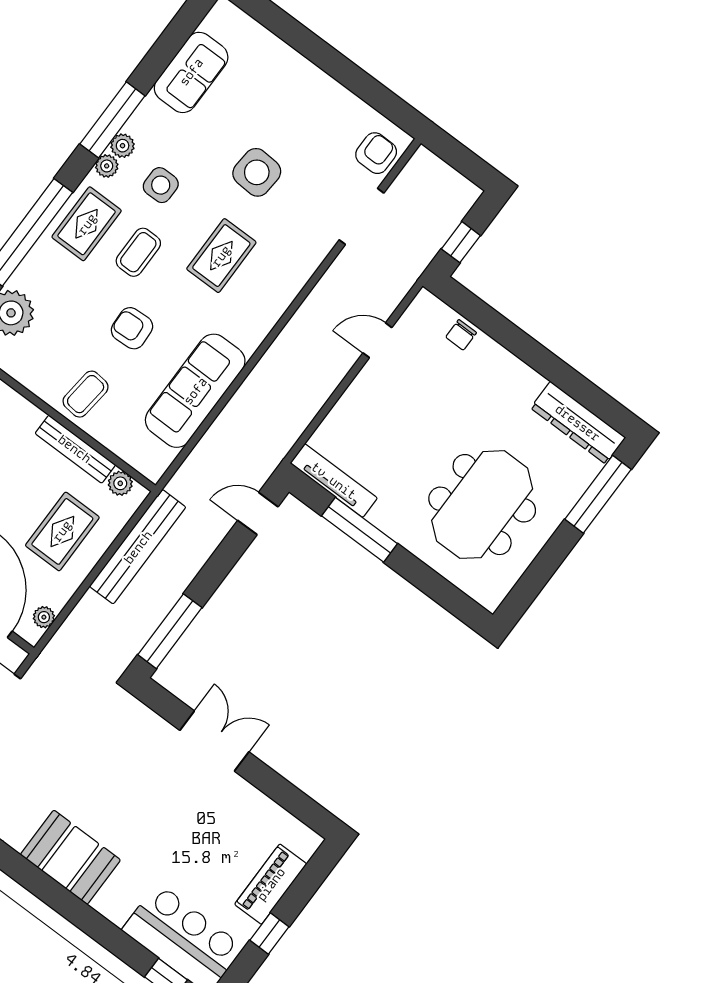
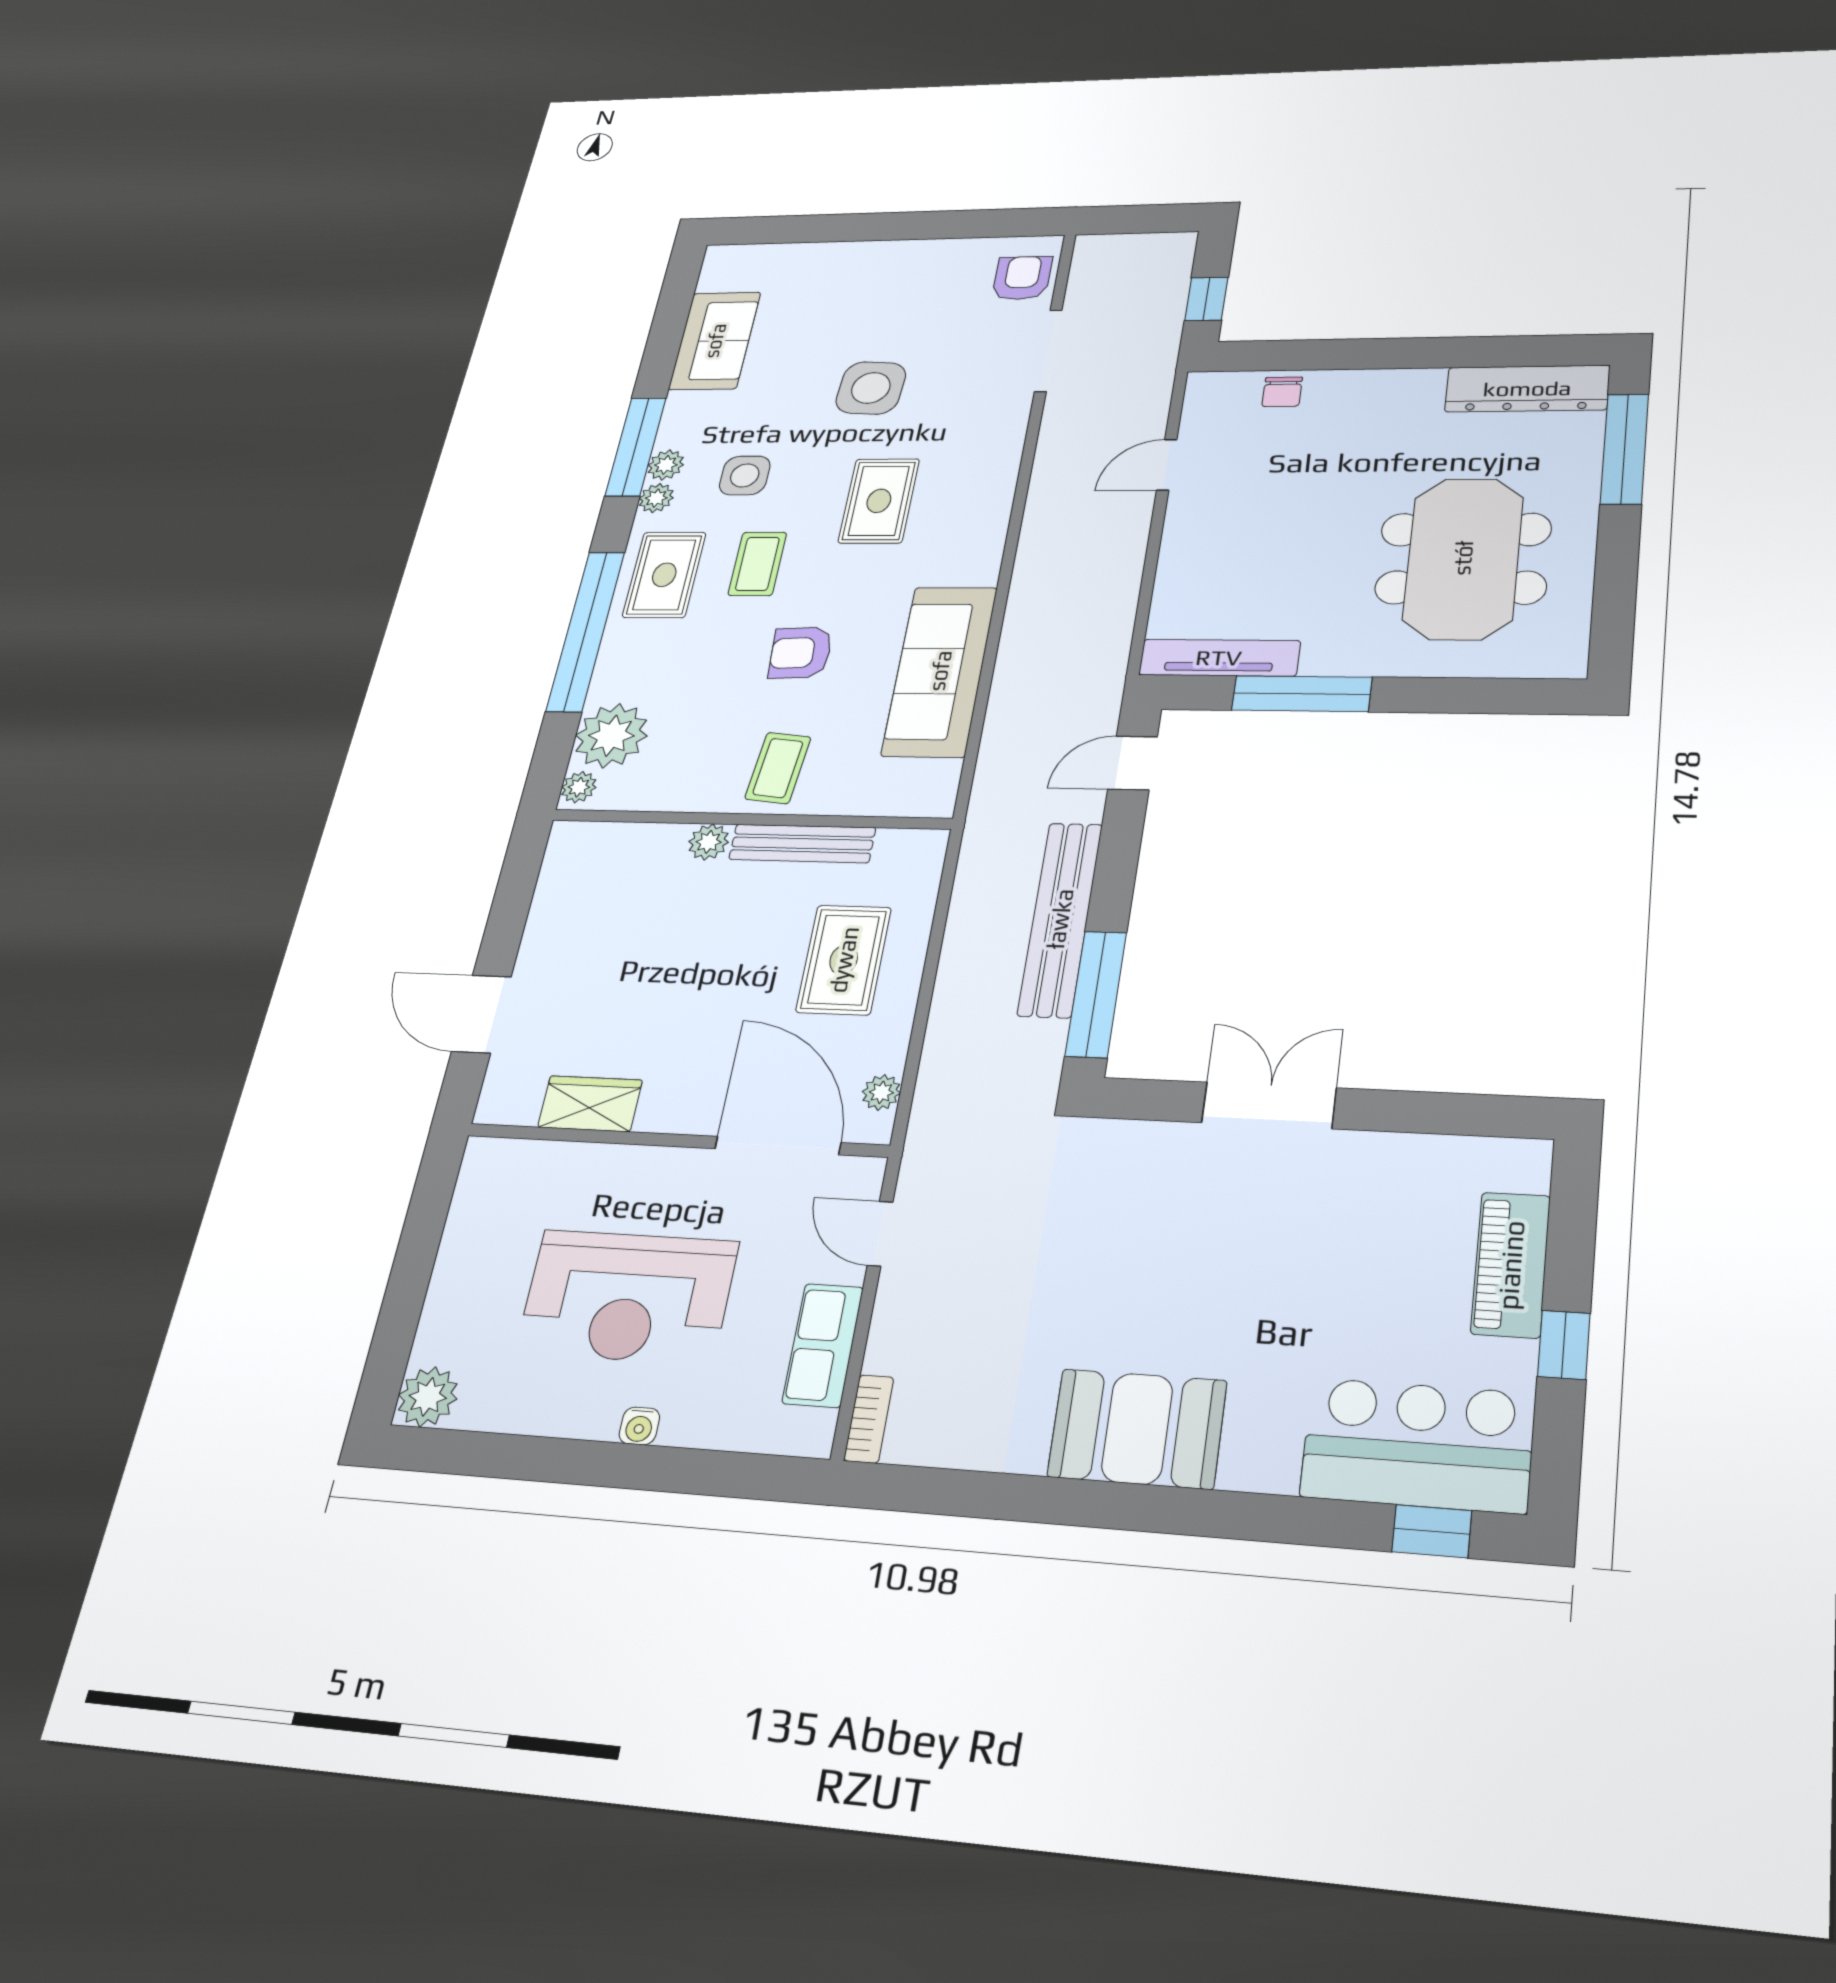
plant: (120, 483) -> (709, 842), moved
bench: (138, 547) -> (1060, 919), moved

